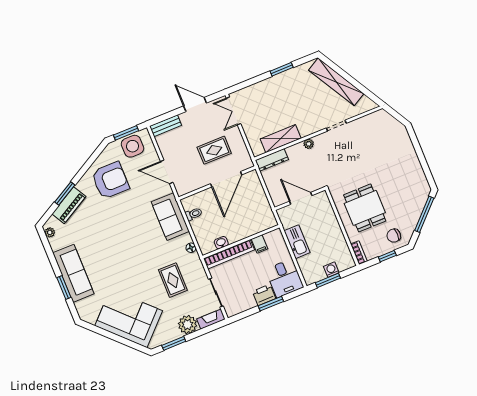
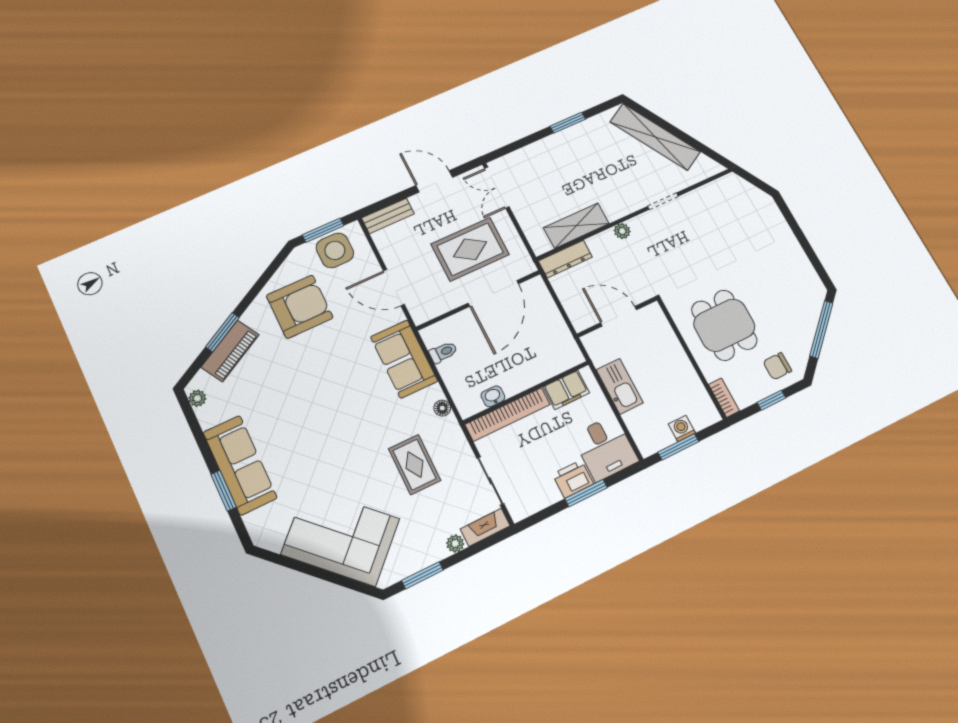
rug: (214, 150) -> (470, 249), width x1.36, depth x1.43
filing cabinet: (260, 244) -> (566, 390), width x2.00
plant: (188, 325) -> (455, 543), width x0.53, depth x0.53

